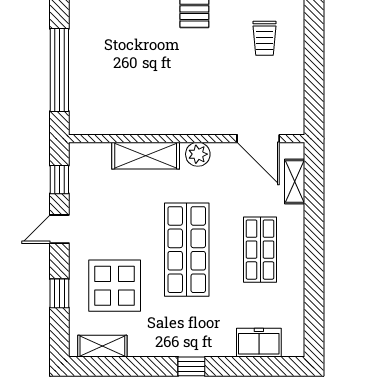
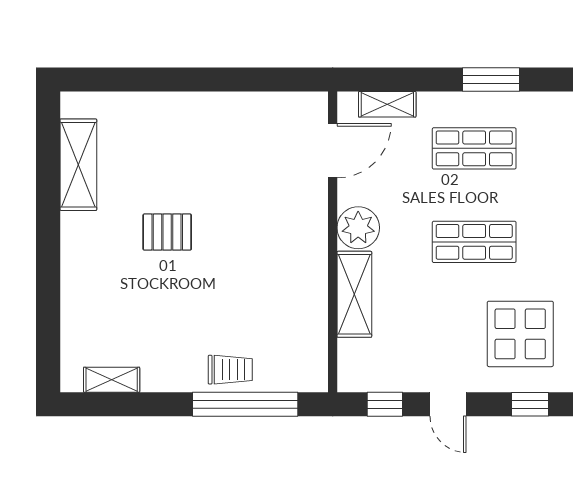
trolley: (264, 38) -> (230, 370), moved
plant: (198, 154) -> (358, 228), width x1.36, depth x1.36
shop shelf: (187, 250) -> (474, 242), width x0.70, depth x0.74
window: (314, 263) -> (491, 79), added

